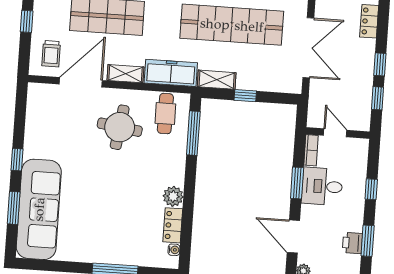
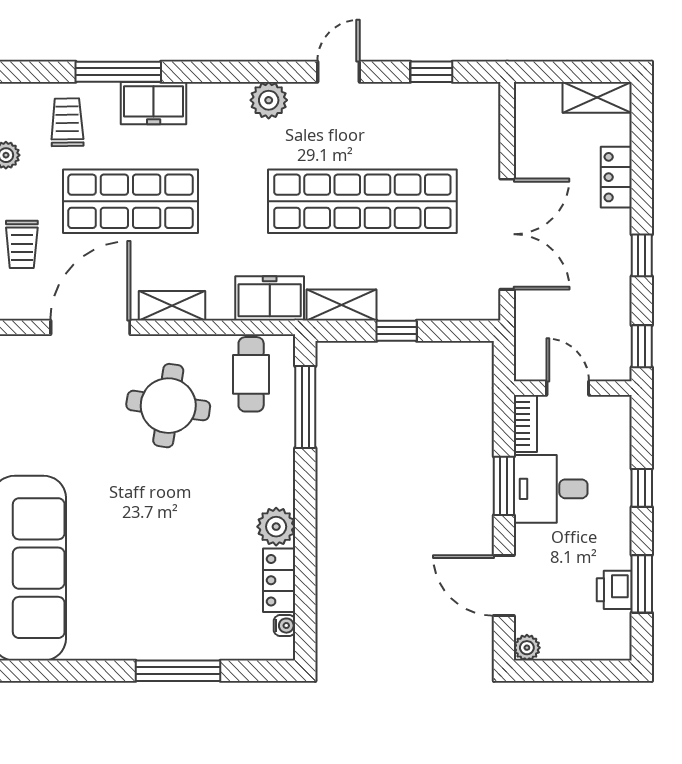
trolley: (51, 54) -> (22, 244), moved
freezer: (171, 73) -> (270, 298), width x0.71
window: (378, 98) -> (642, 346), moved

